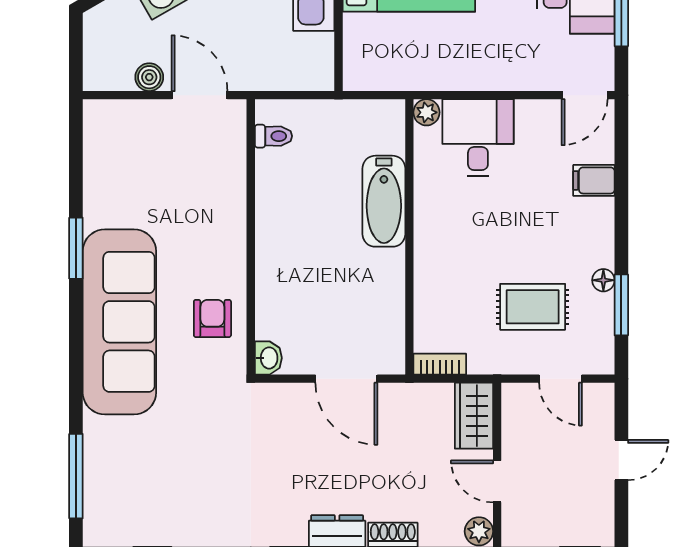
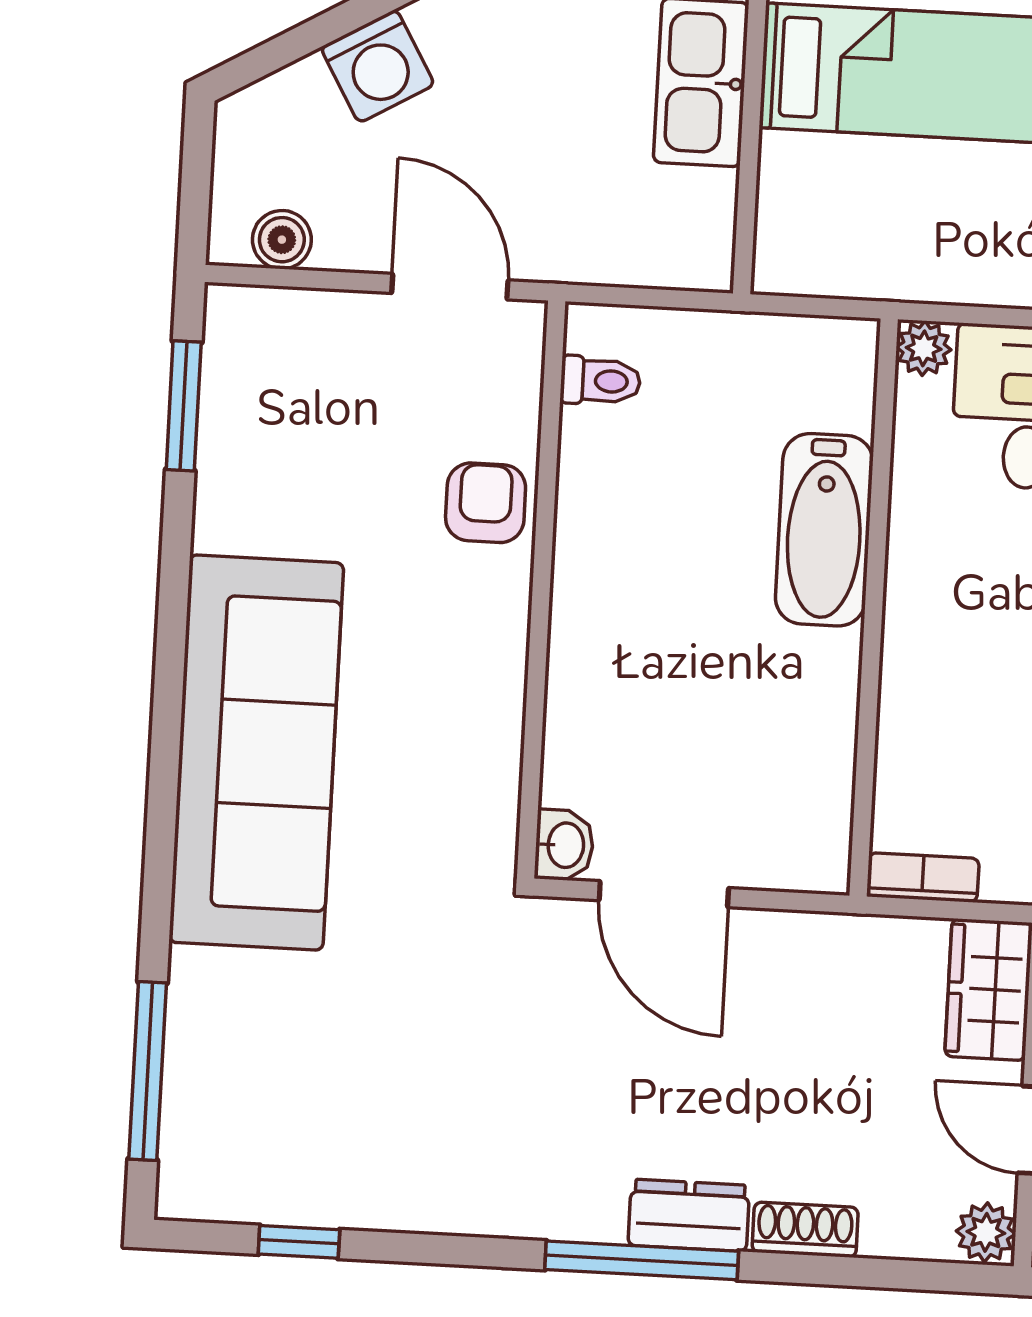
boiler: (149, 77) -> (282, 240), moved
window: (76, 248) -> (184, 406), moved
armchair: (212, 318) -> (486, 503), moved
door: (346, 379) -> (664, 894), moved

